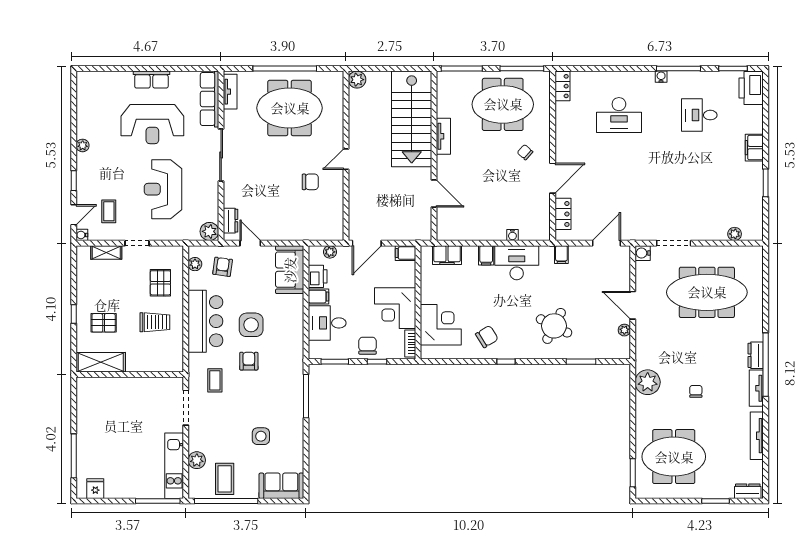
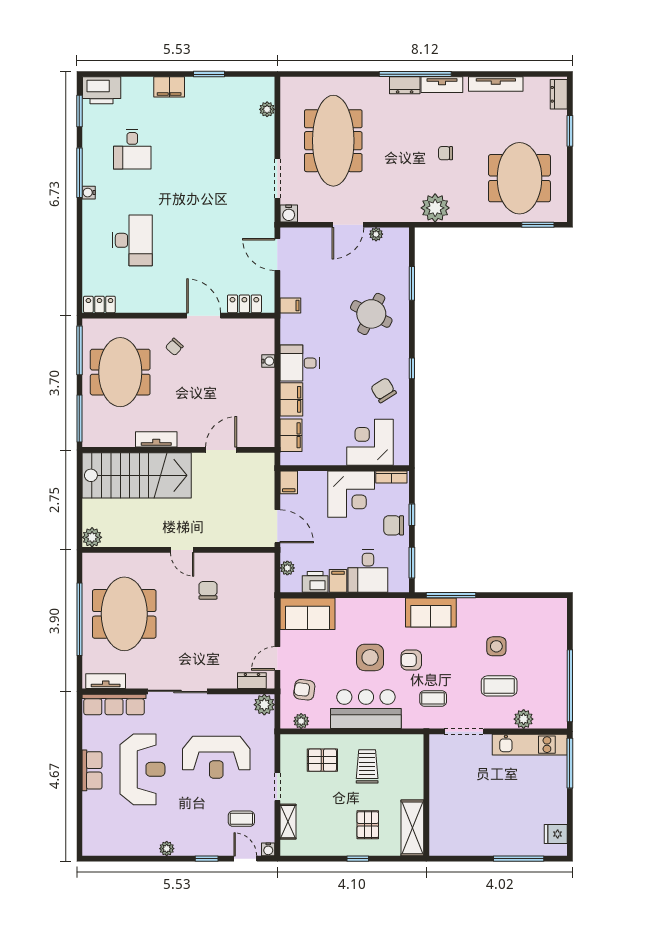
filing cabinet: (486, 255) -> (291, 399), width x2.00
desk: (517, 263) -> (300, 363), width x0.73
coffee table: (225, 479) -> (499, 686), moved
sofa: (281, 486) -> (431, 612), moved, turned -90

